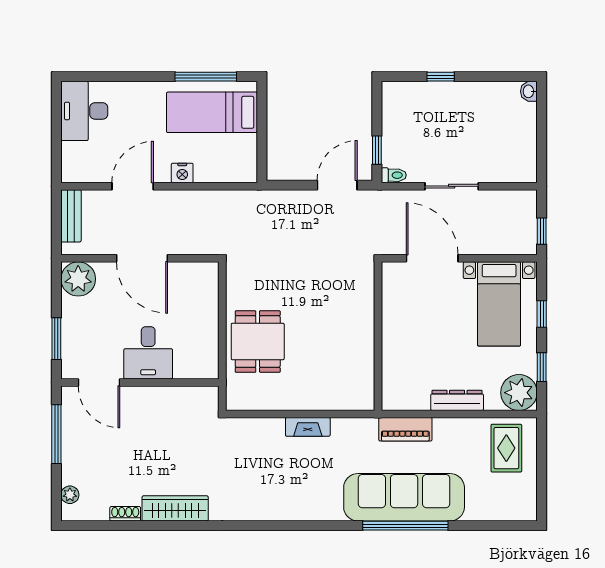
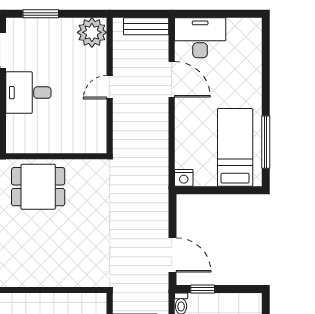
desk: (84, 111) -> (200, 38), moved
nightstand: (182, 173) -> (184, 178), moved, turned -90
door: (142, 258) -> (110, 87), width x0.53

